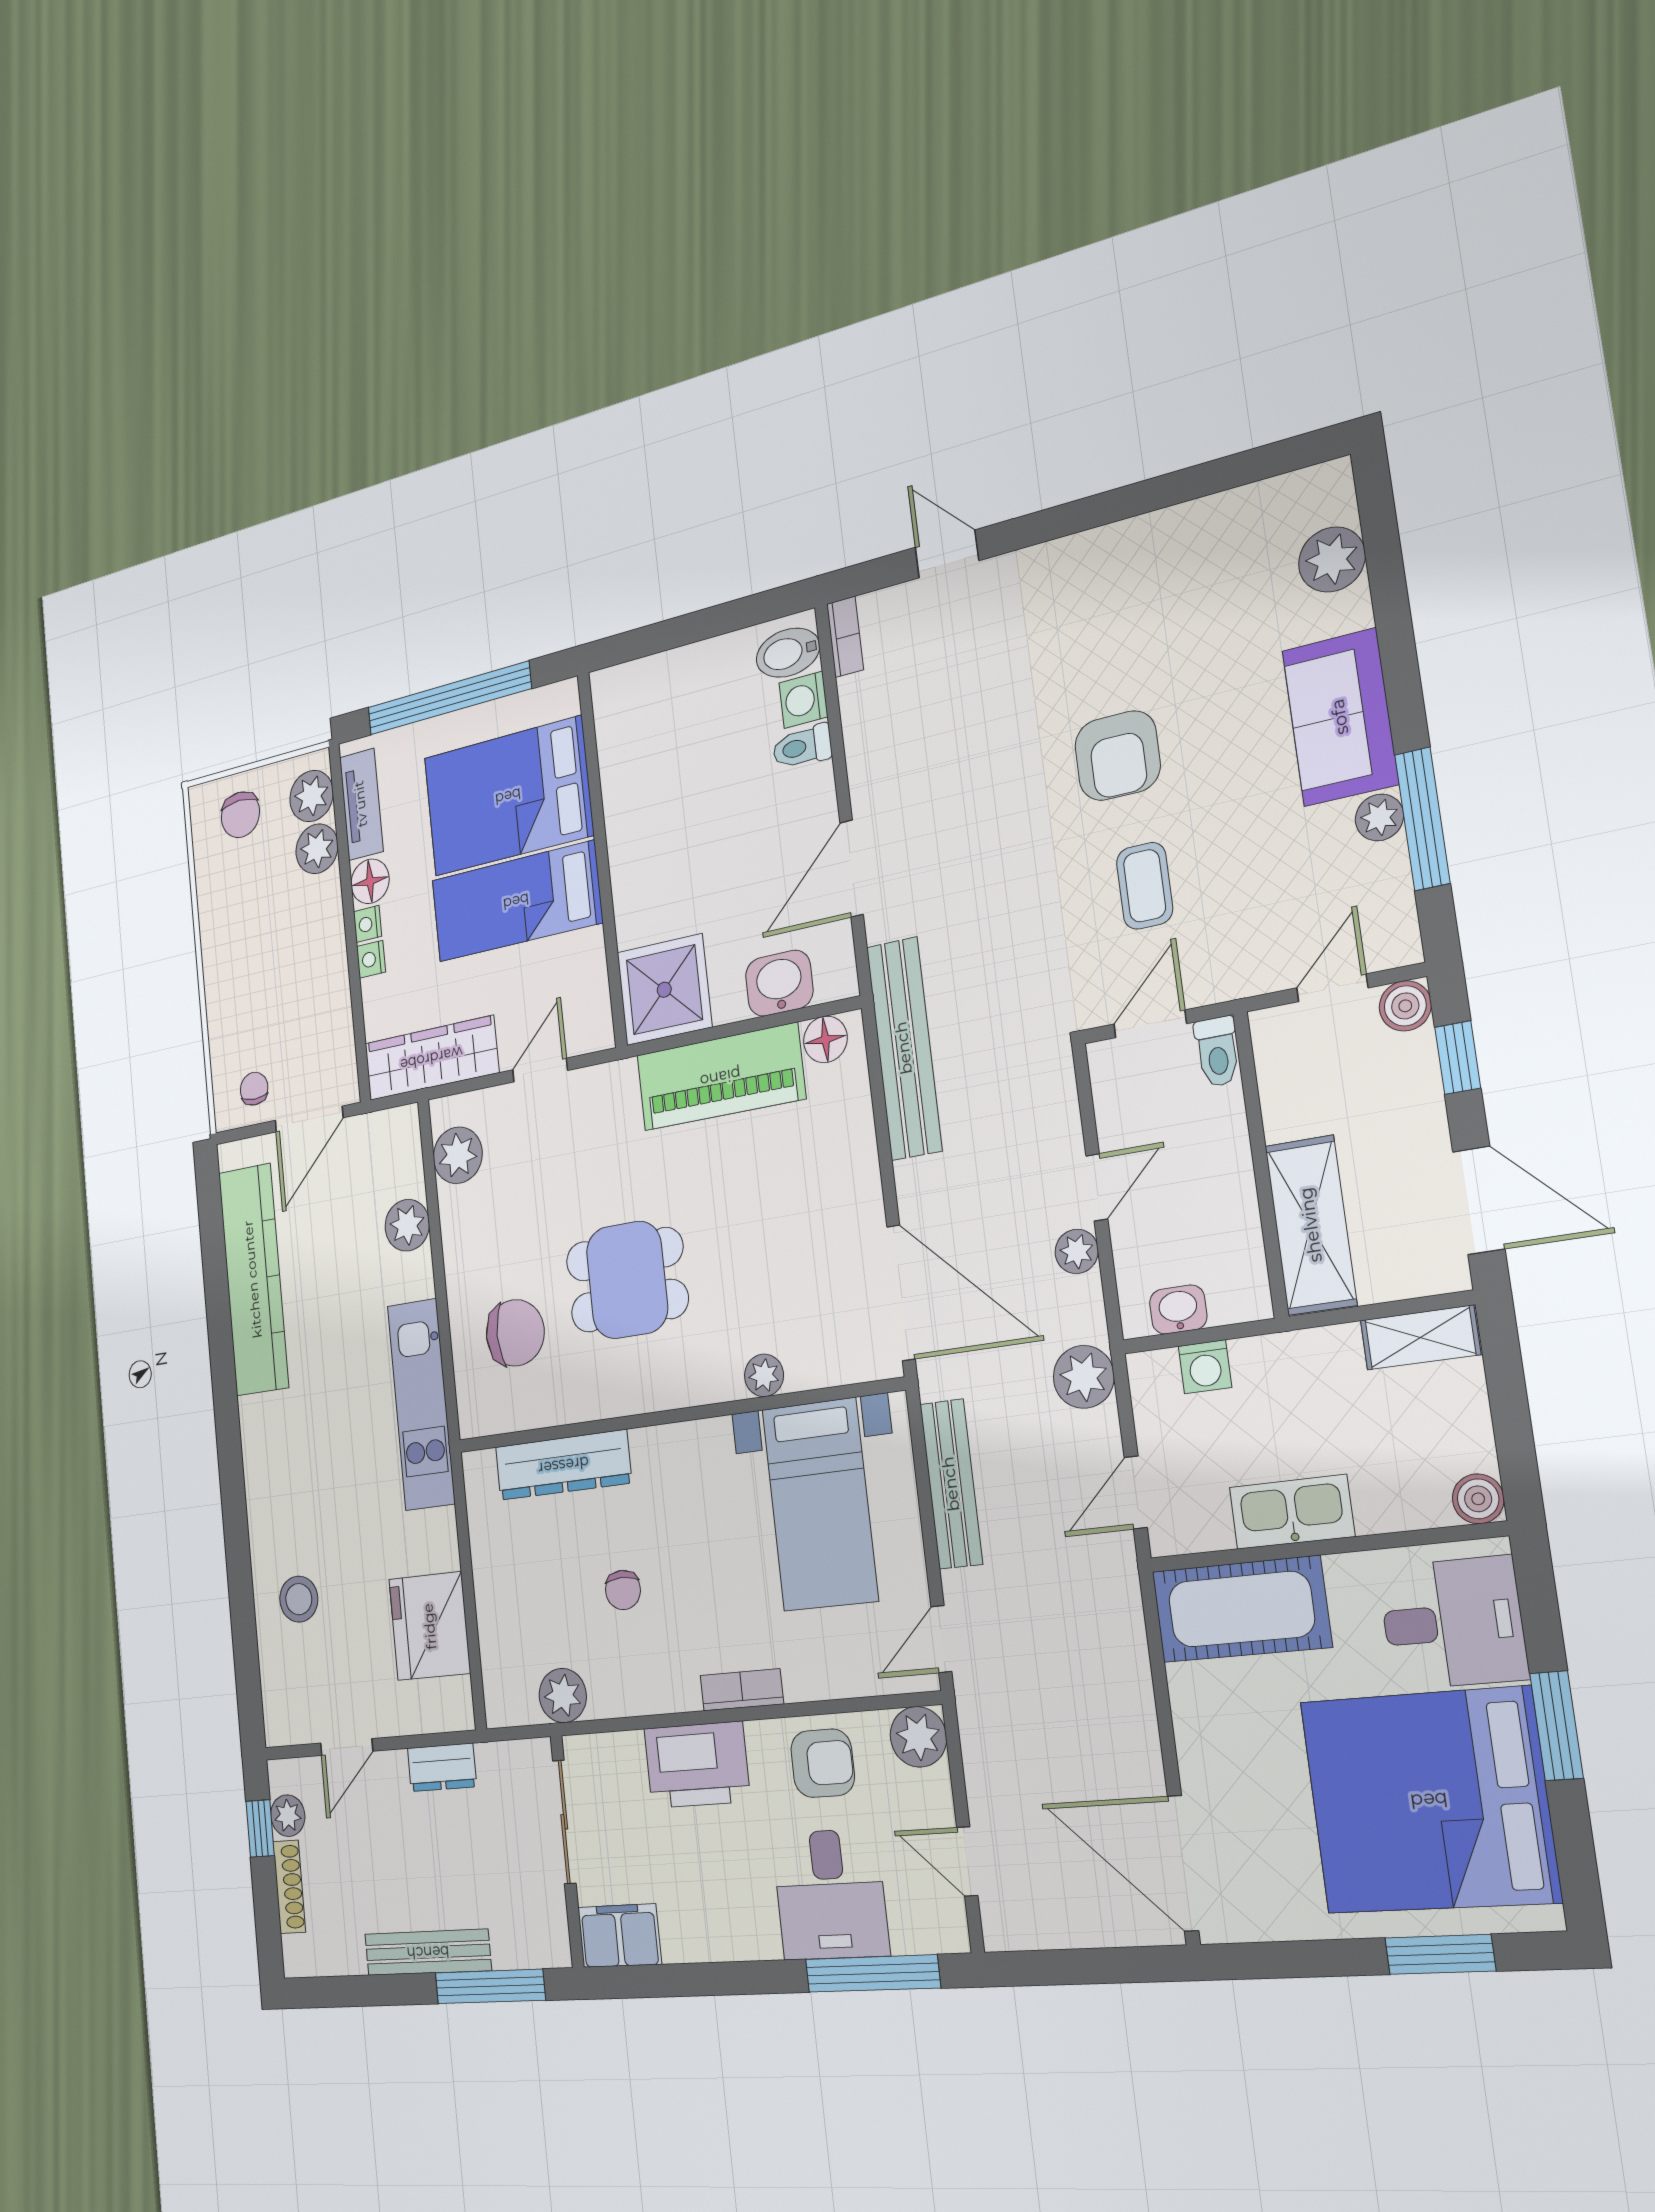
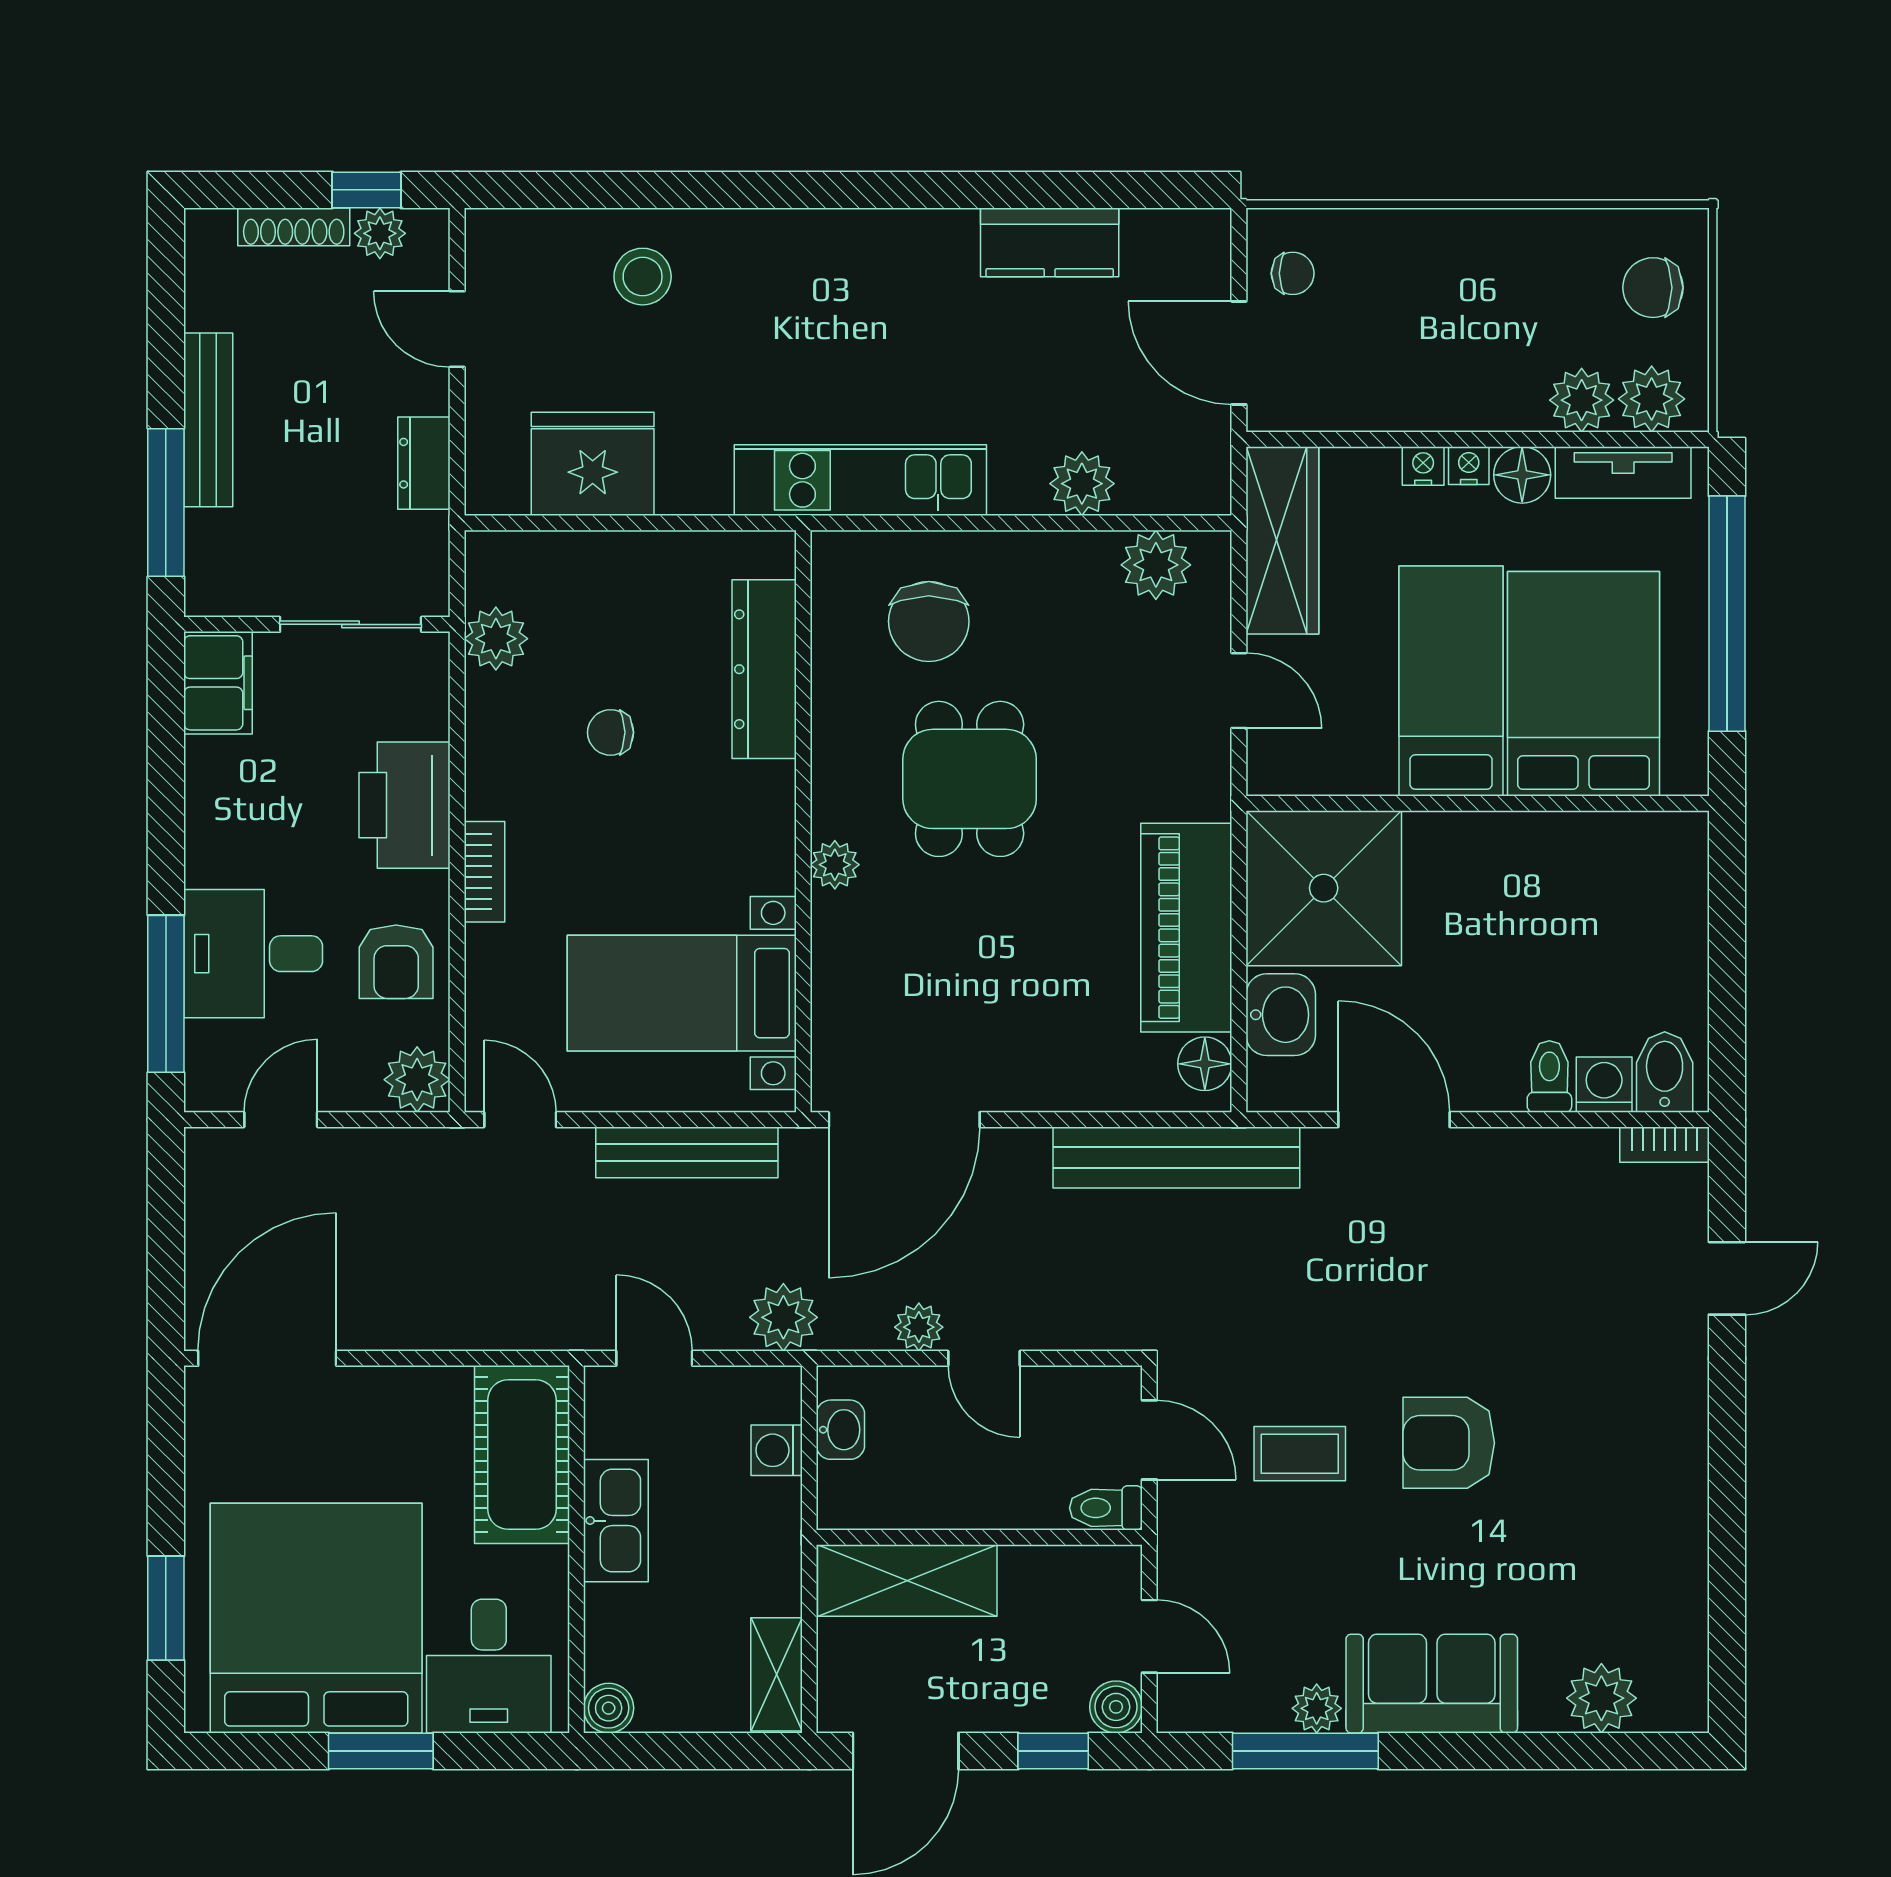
shower: (664, 990) -> (1324, 888), width x1.37, depth x1.37
kitchen counter: (253, 1279) -> (1050, 242), width x0.48, depth x0.86
plant: (764, 1375) -> (835, 865), moved

